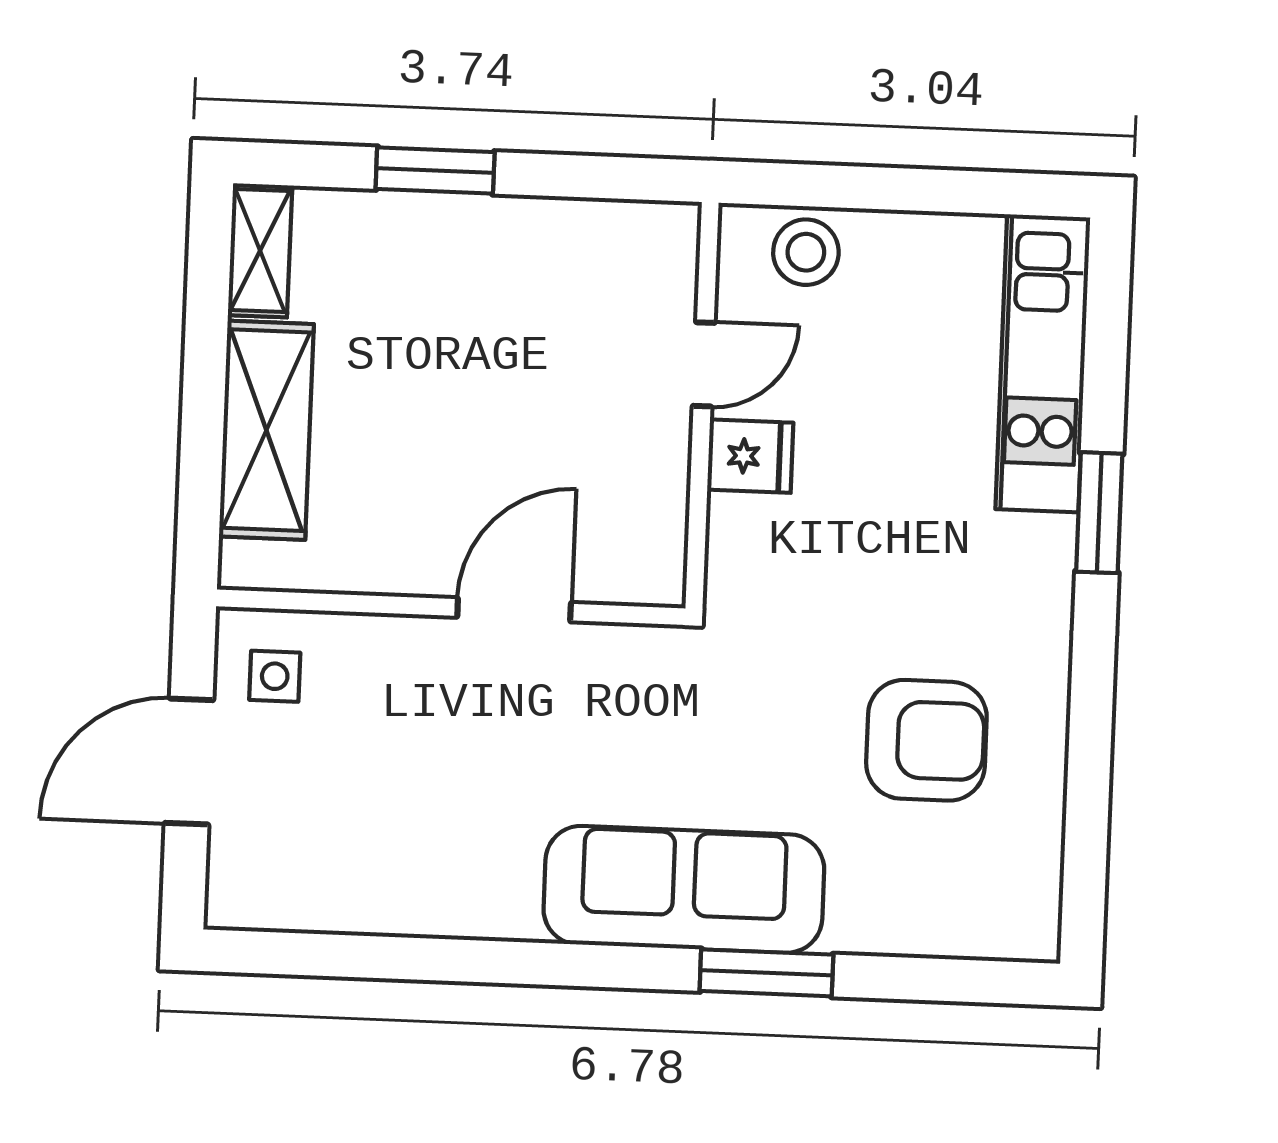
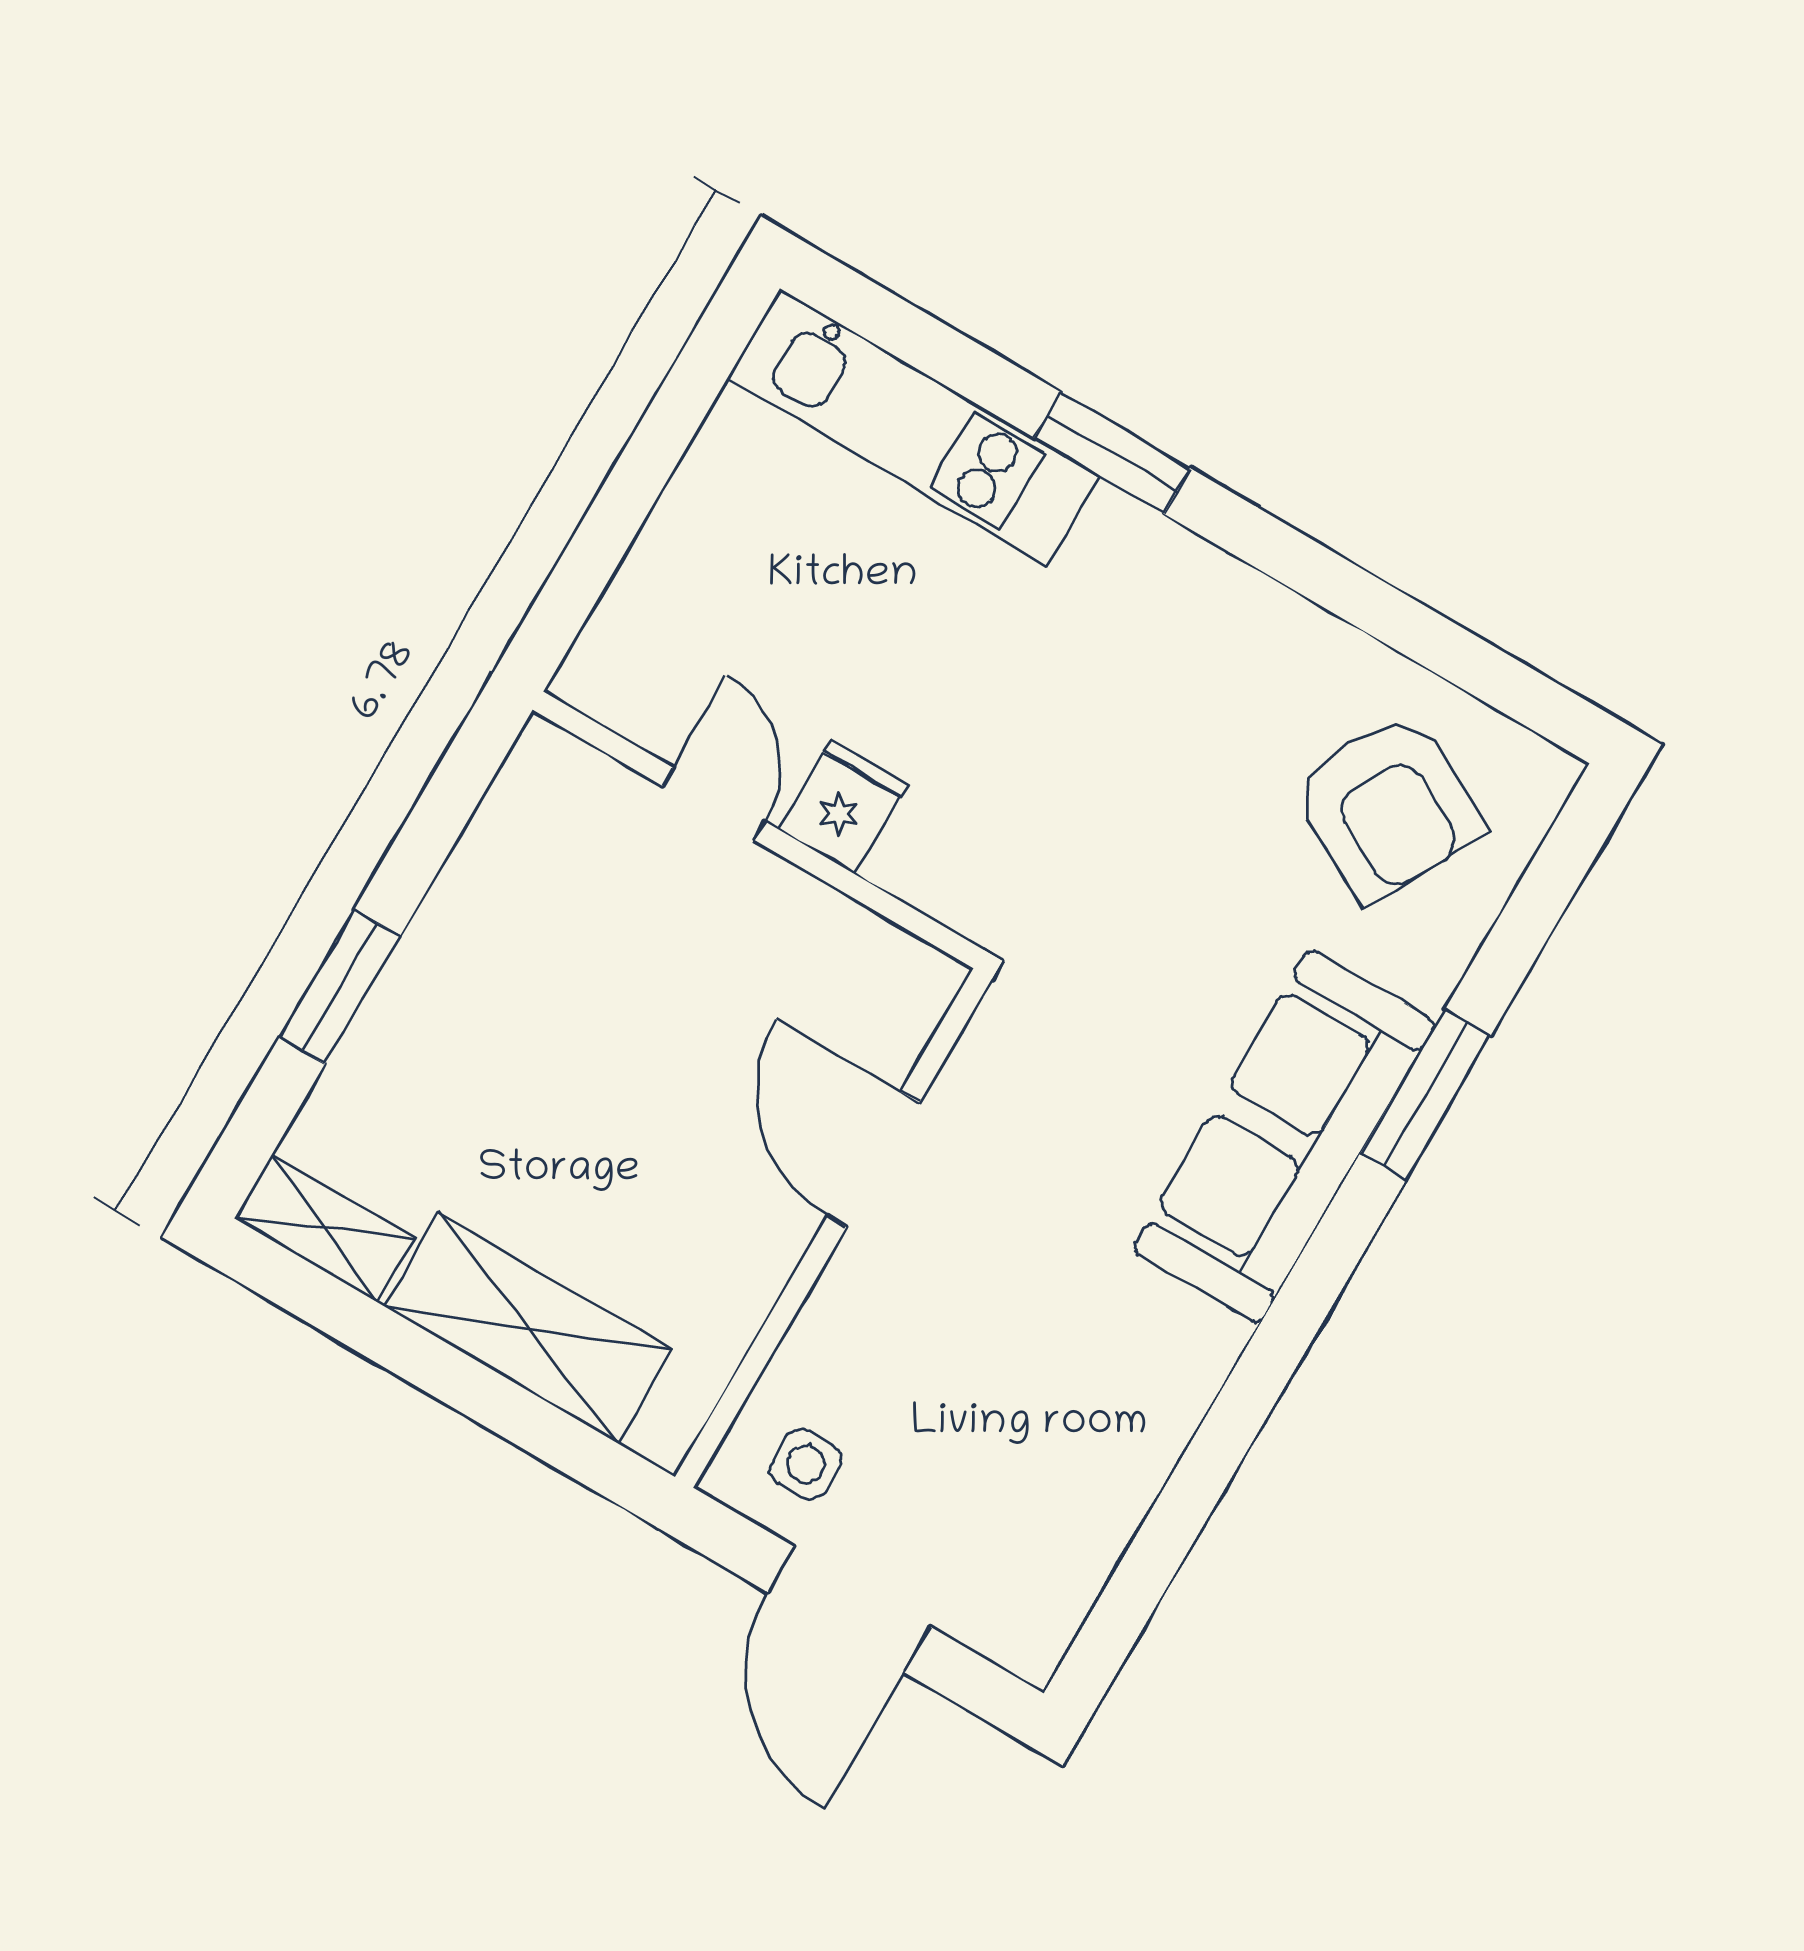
stool: (806, 252) -> (650, 624), removed
armchair: (926, 740) -> (1387, 807), moved, turned 118

